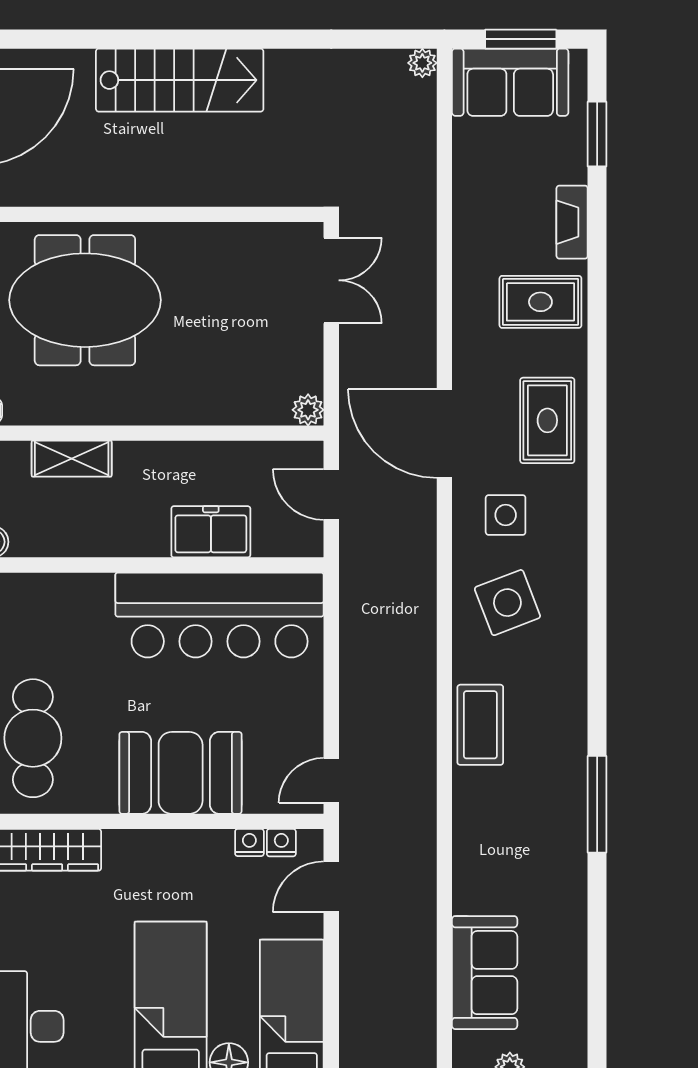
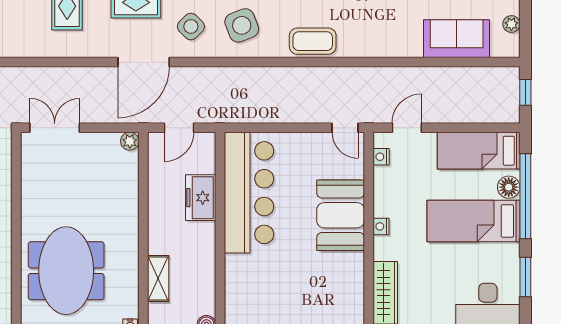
side table: (506, 515) -> (191, 26), turned 45
cafe table: (33, 738) -> (320, 301), removed
nightstand: (249, 843) -> (381, 226), moved
door: (331, 887) -> (407, 128), swing flipped

